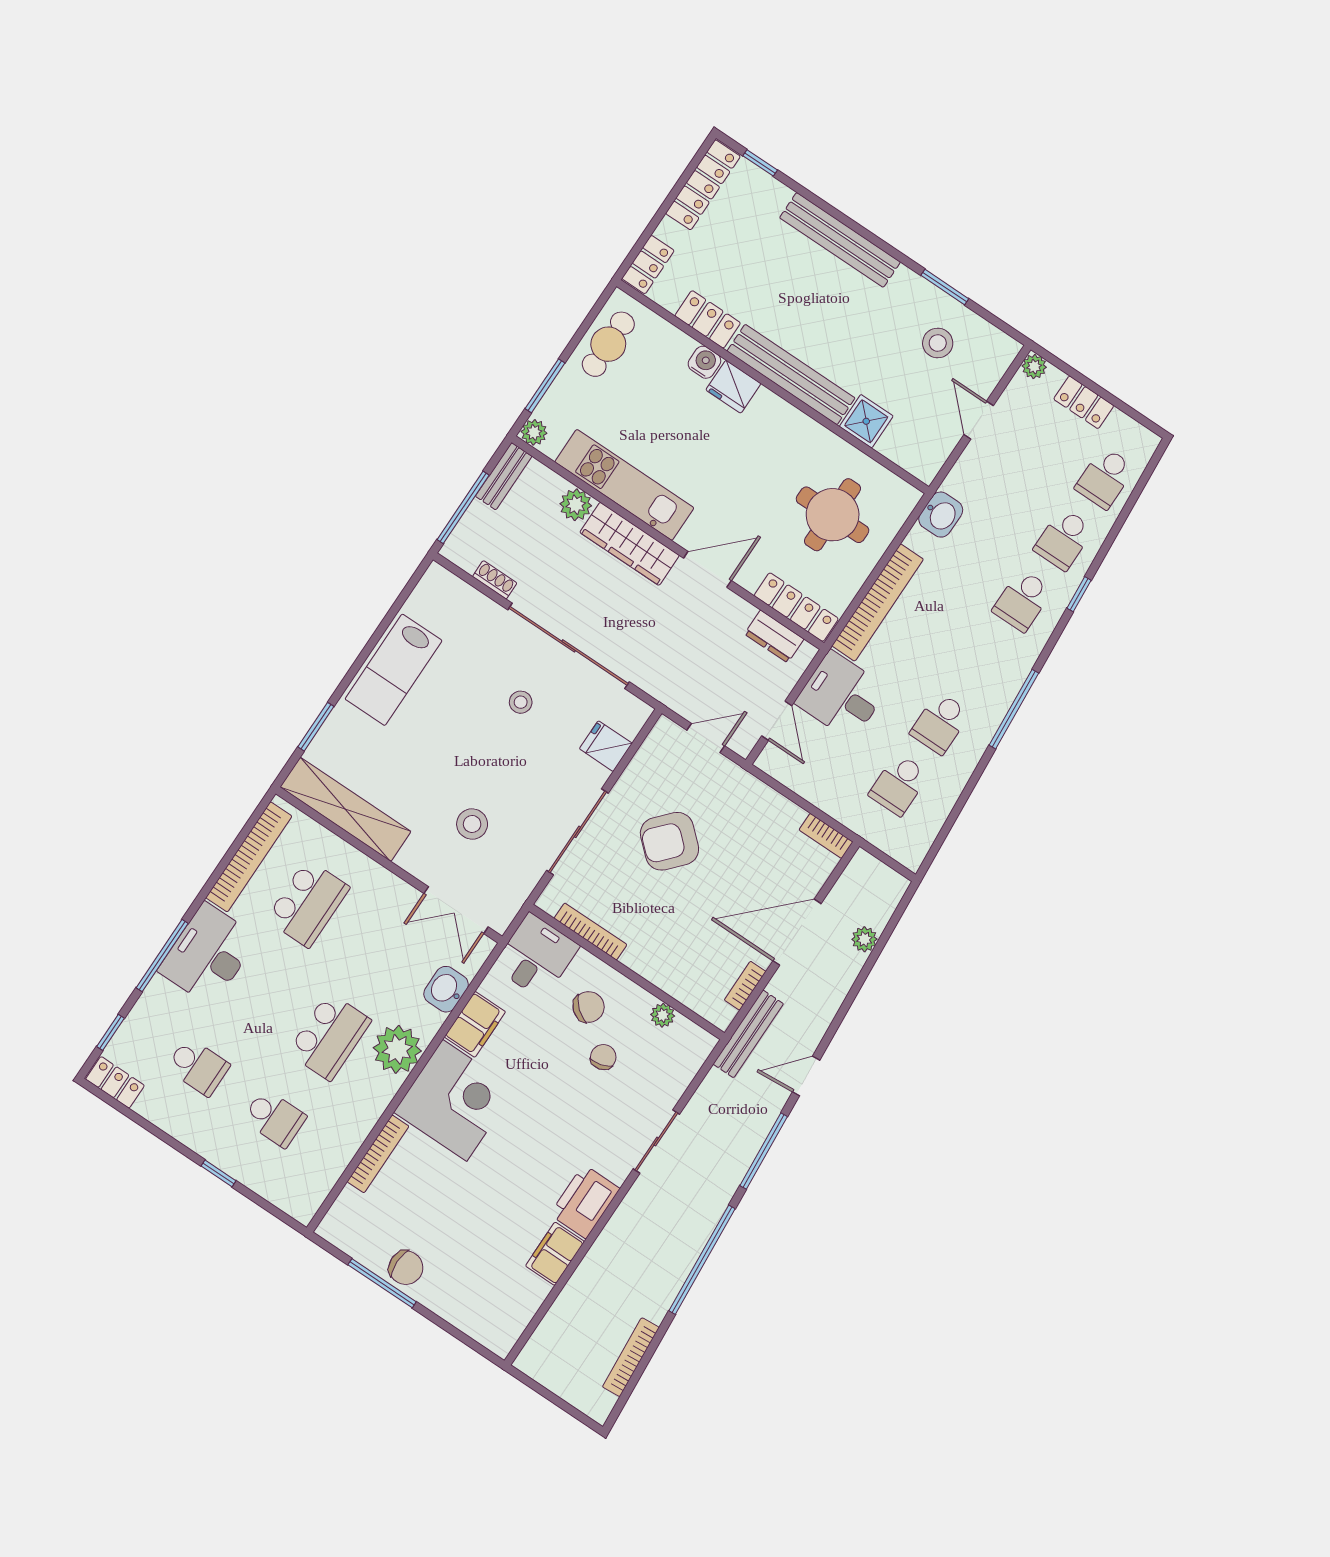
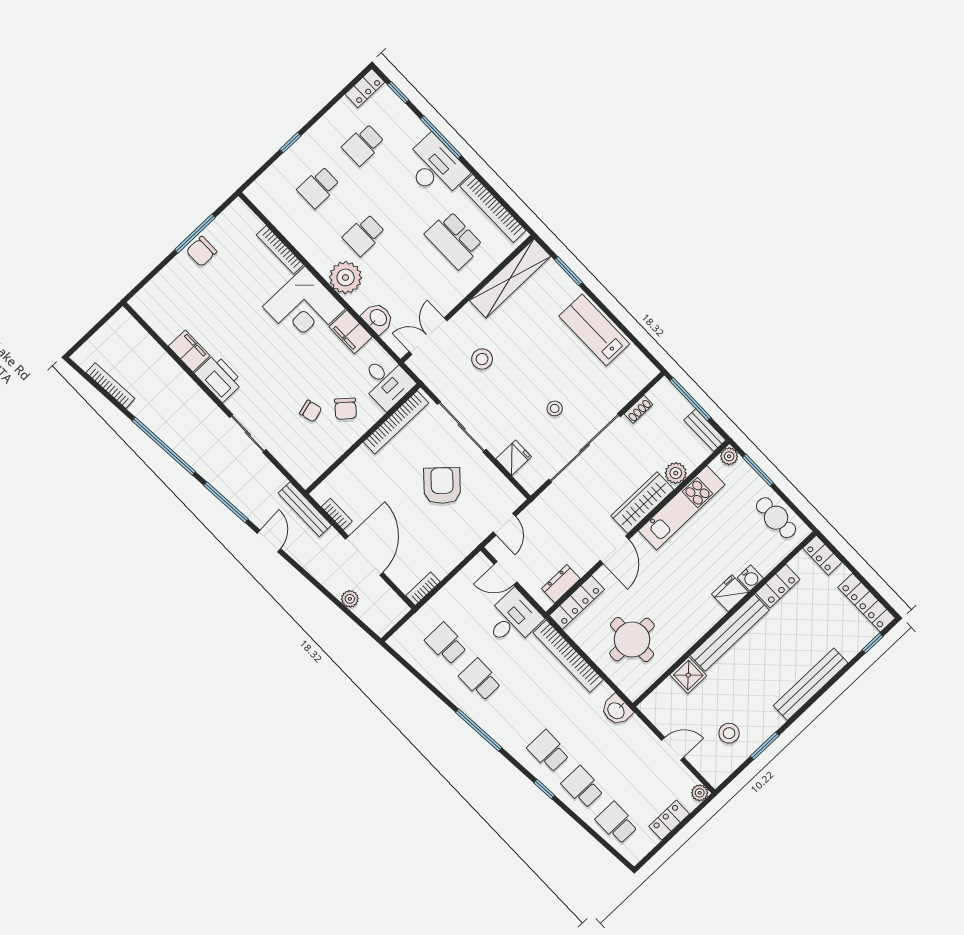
bookcase: (591, 931) -> (396, 422), width x1.48, depth x1.31
plant: (663, 1015) -> (329, 456), removed
school desk: (329, 1036) -> (364, 235), width x0.54

